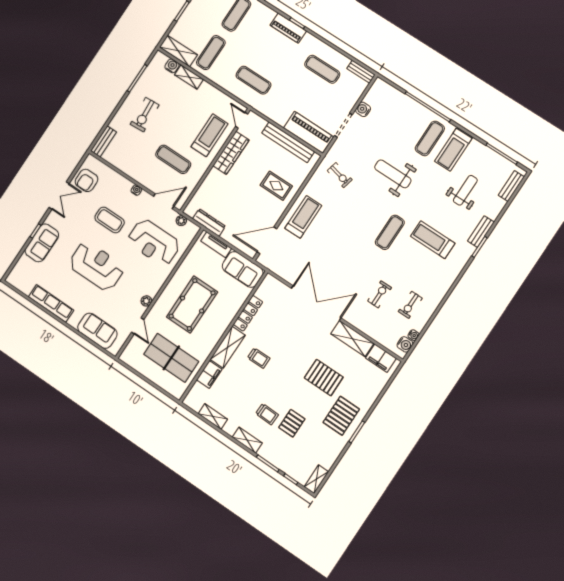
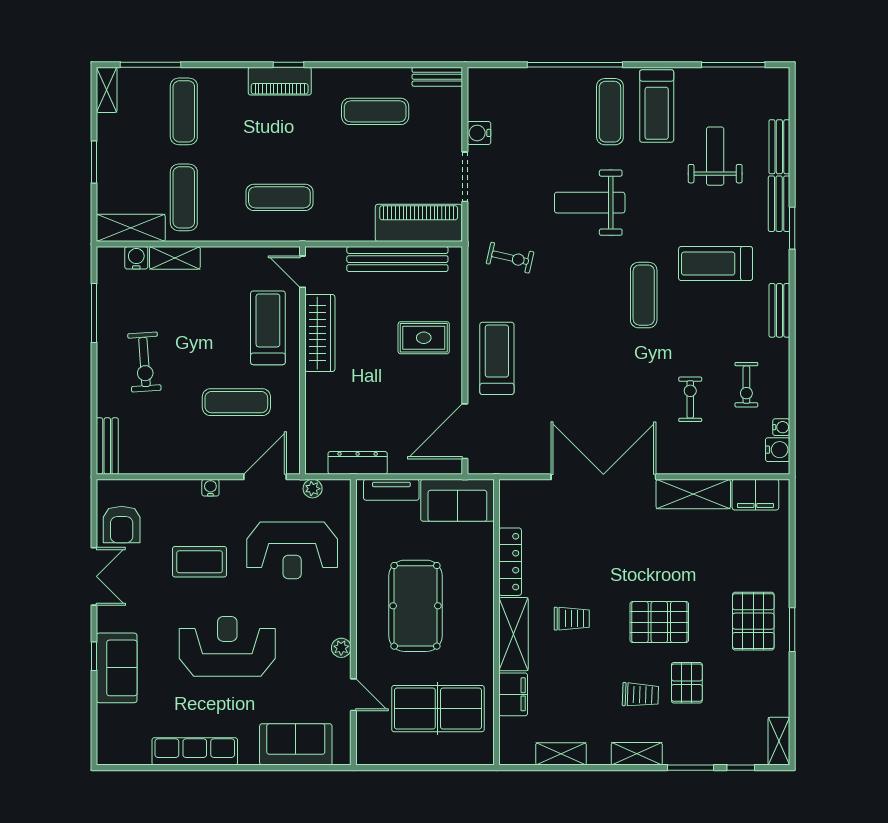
bench: (511, 186) -> (779, 147), moved
bench: (448, 281) -> (779, 310), added
pallet: (324, 378) -> (659, 622), moved

